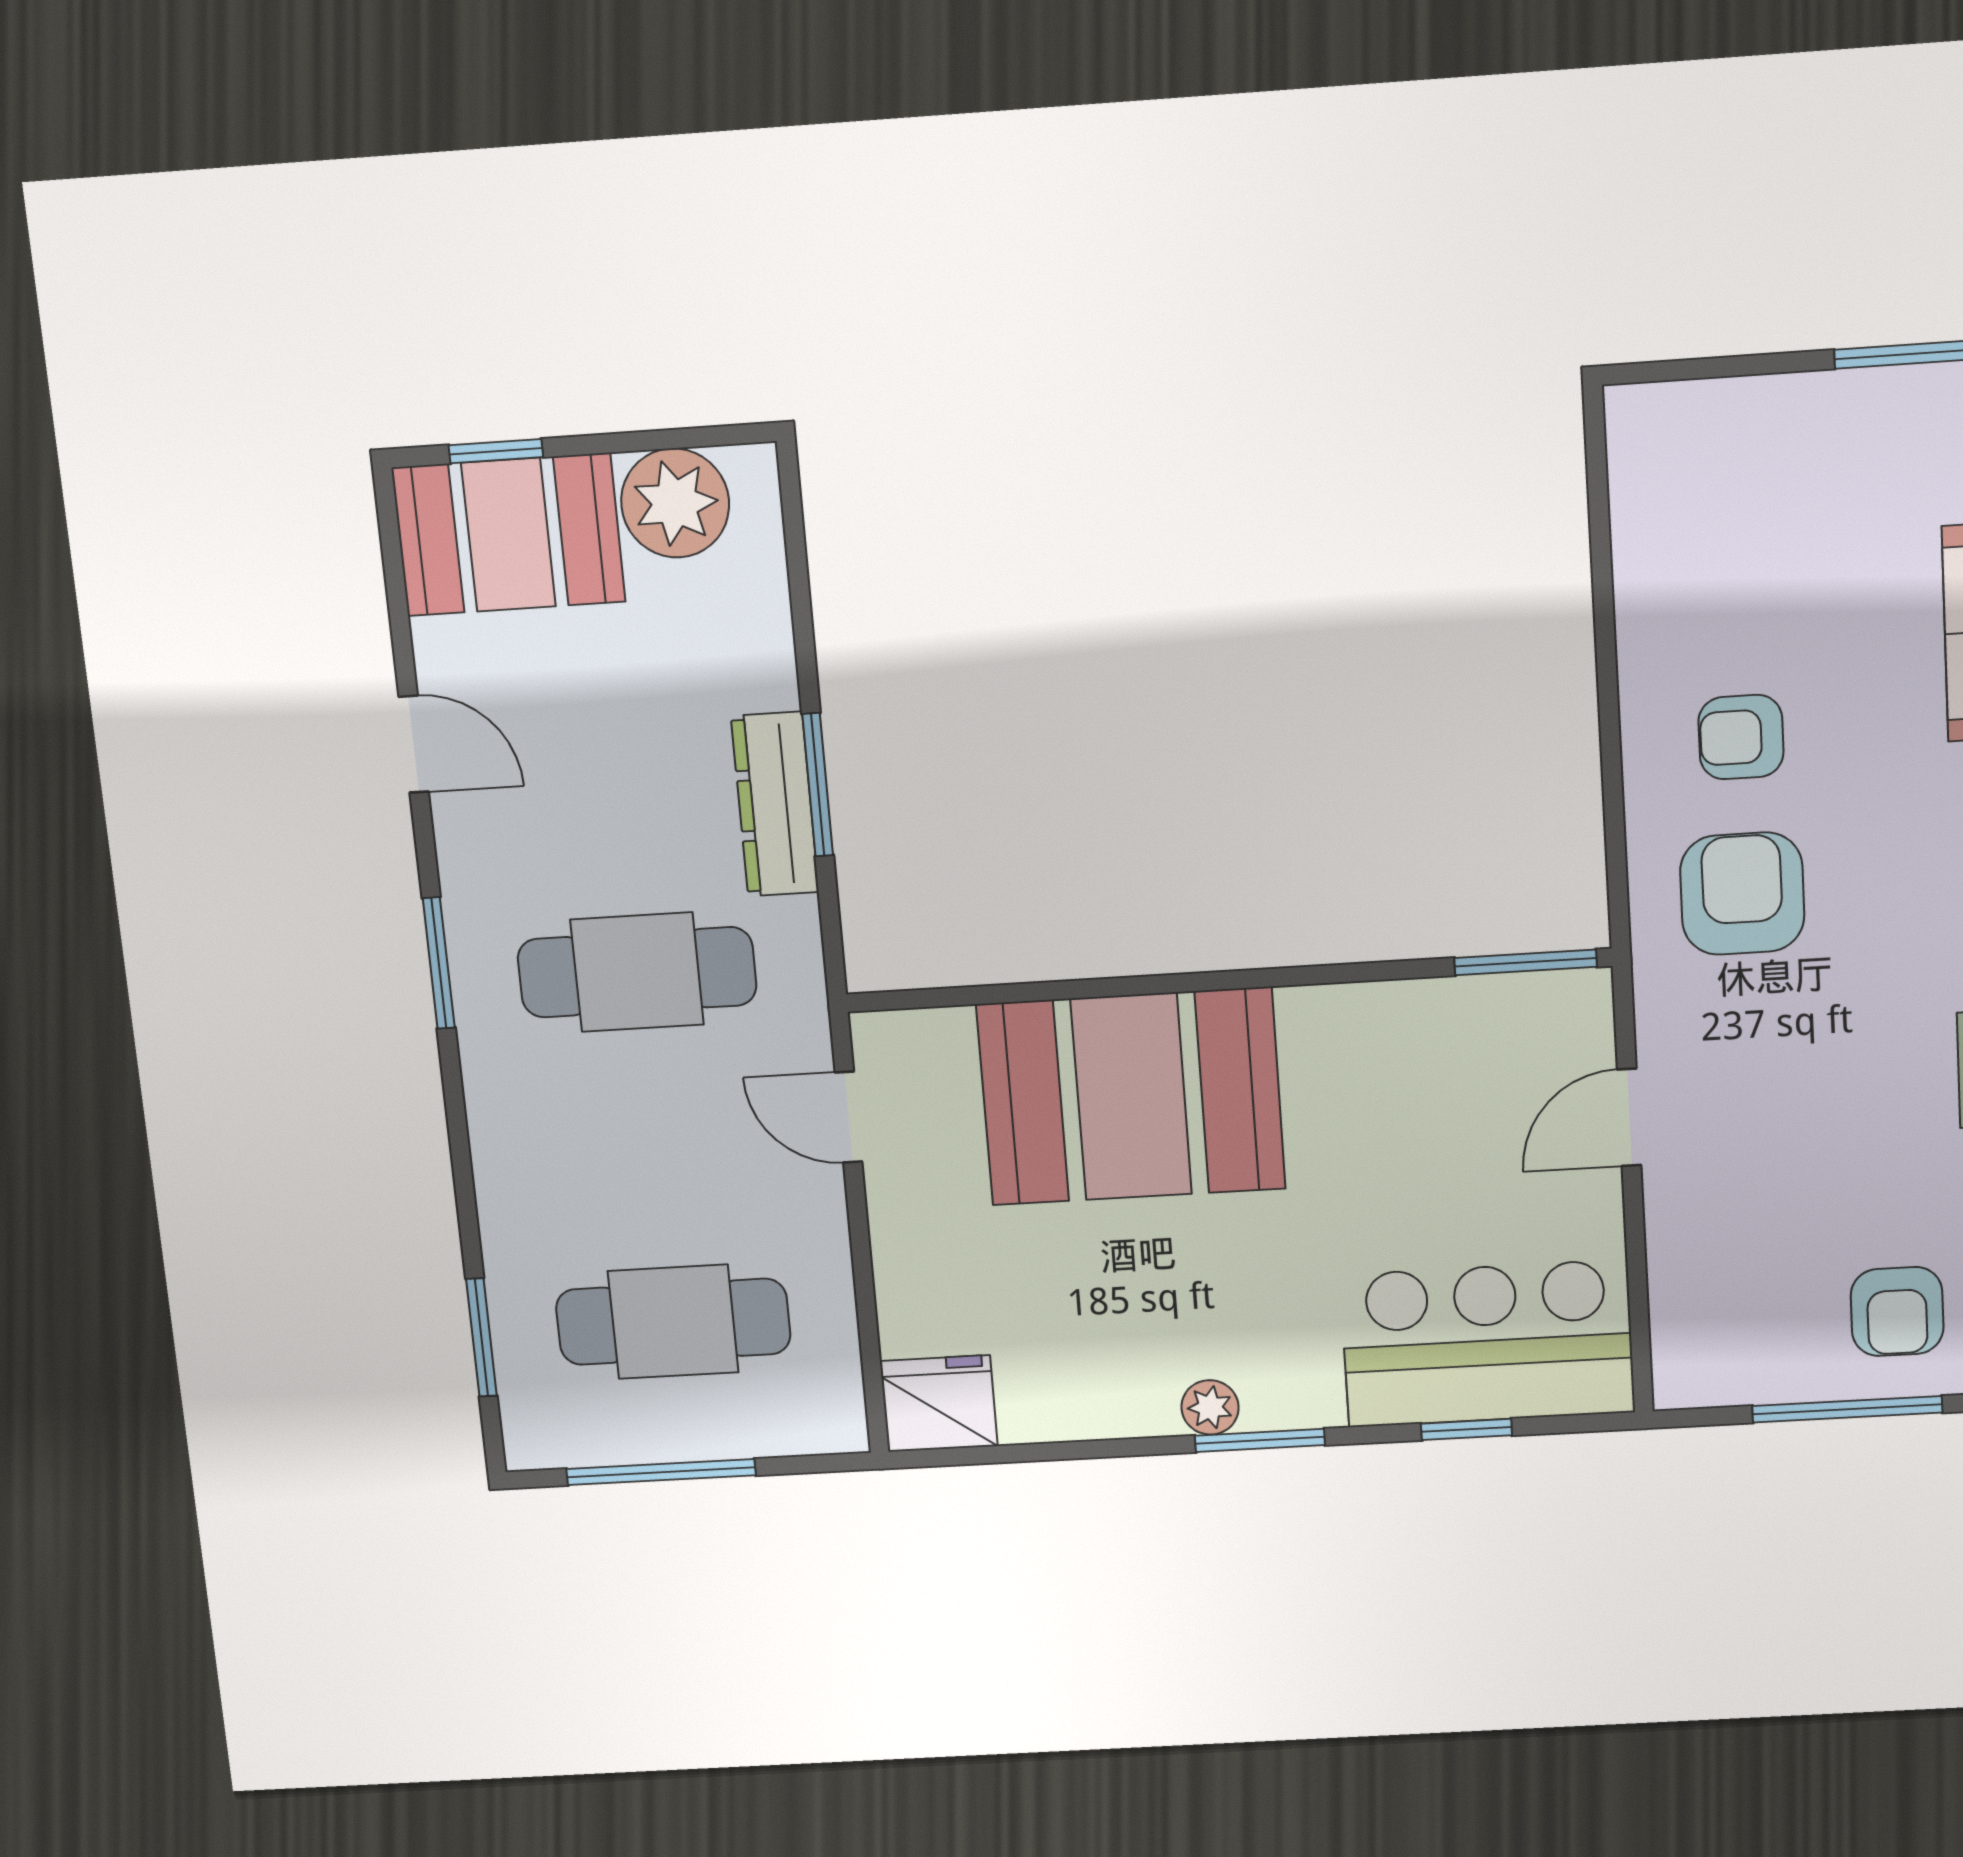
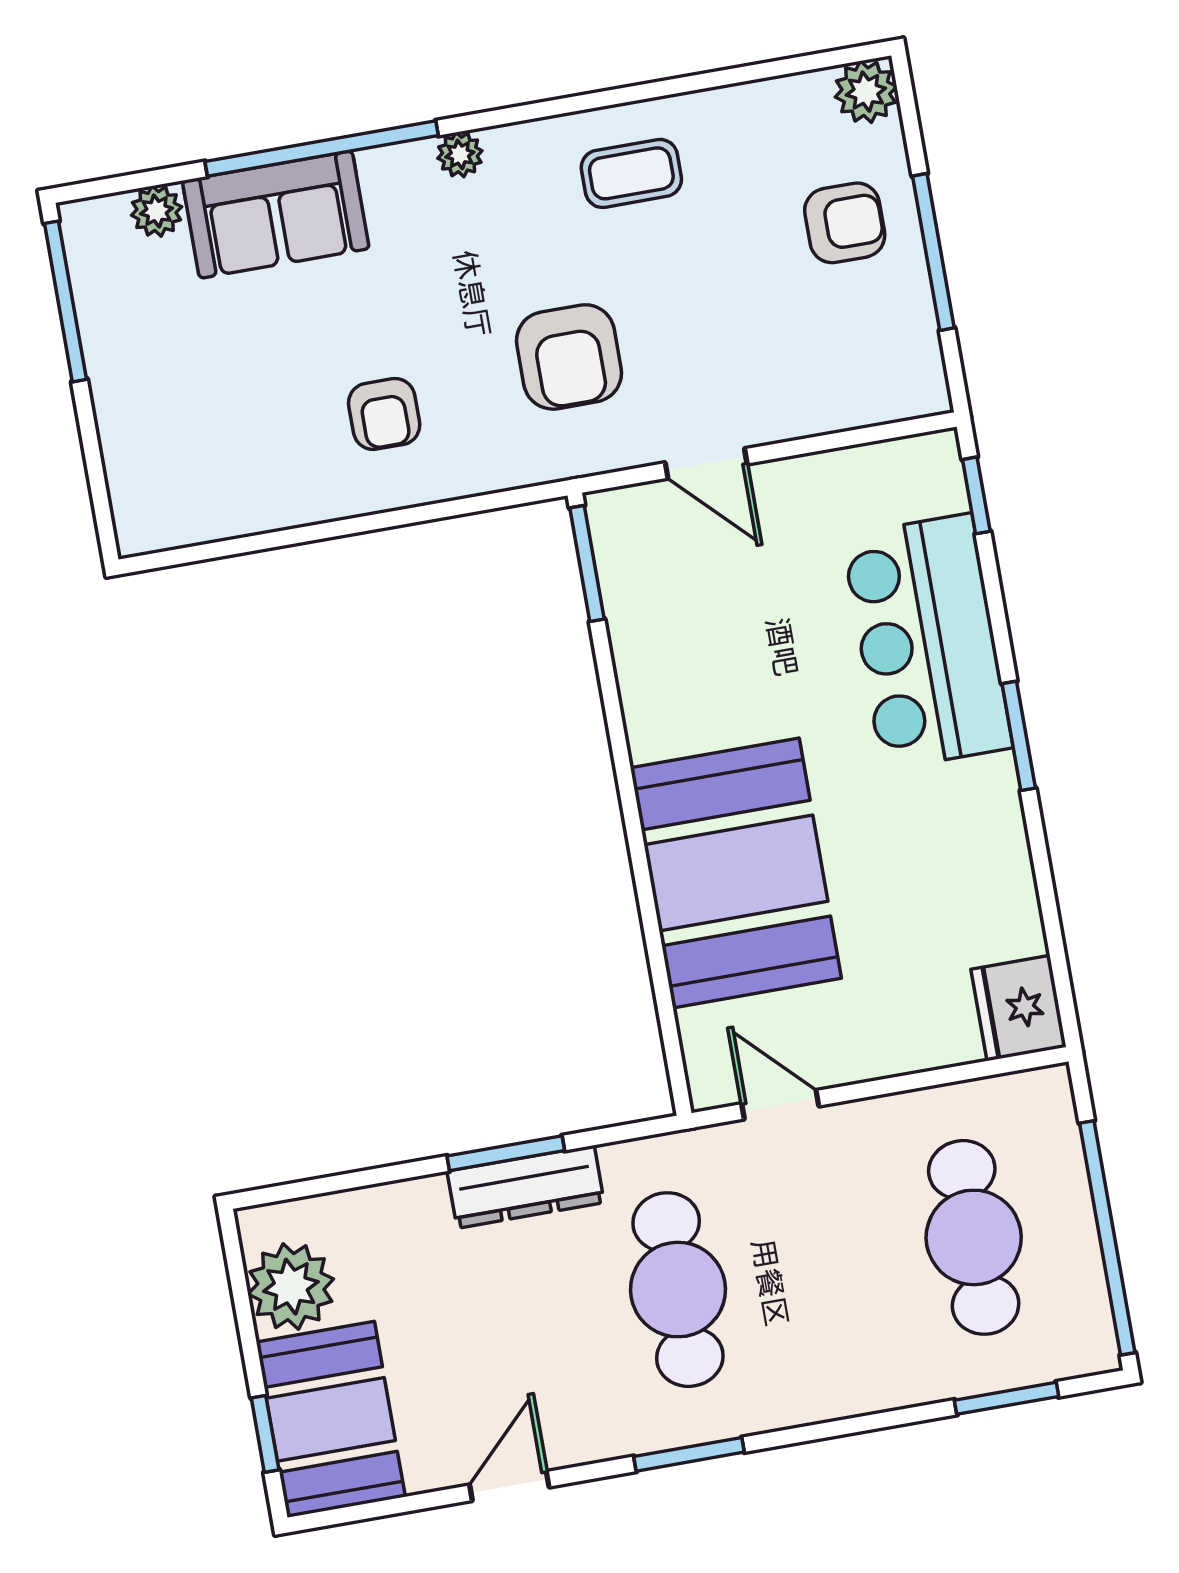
armchair: (1742, 894) -> (569, 357), moved, turned -90
door: (849, 1117) -> (780, 1105), swing flipped
bar counter: (1488, 1344) -> (927, 642), moved
plant: (1210, 1407) -> (995, 781), removed
window: (1466, 1429) -> (976, 495), moved
window: (661, 1472) -> (1107, 1238), width x1.46

